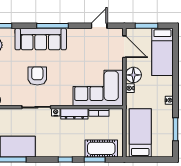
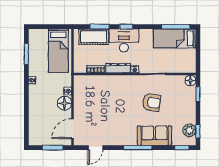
sofa: (41, 39) -> (155, 136), width x0.73
door: (124, 47) -> (73, 129), hinge flipped
bed: (162, 52) -> (38, 124), removed
armchair: (37, 76) -> (151, 102), turned -82
corner sofa: (98, 88) -> (96, 91), removed
desk: (68, 144) -> (124, 40), added

